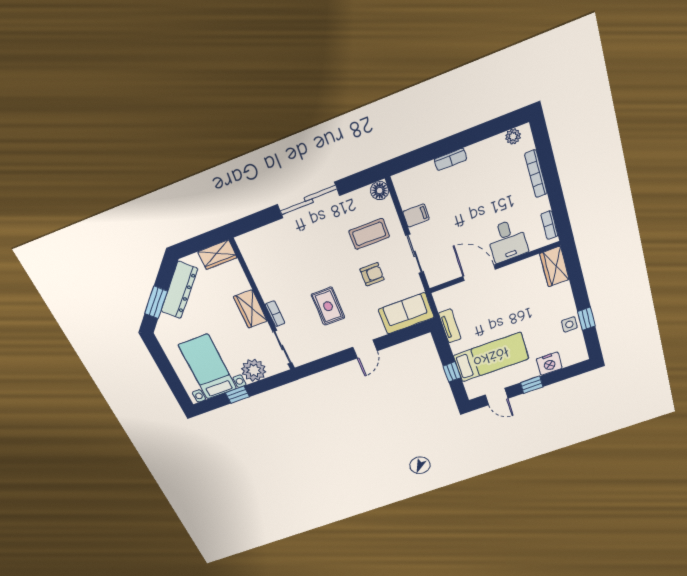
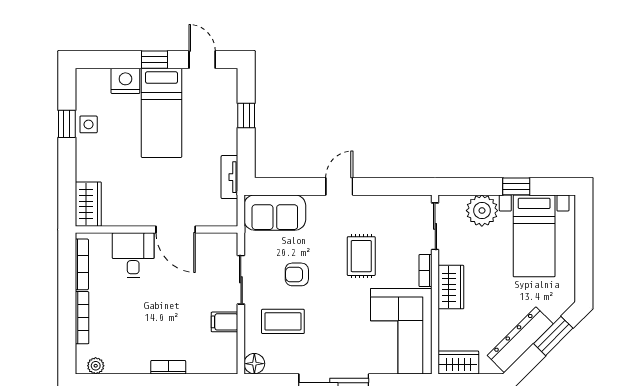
bookcase: (549, 225) -> (82, 264), width x1.56
corner sofa: (273, 262) -> (401, 331), added
bed: (491, 357) -> (161, 113), moved, turned -90

